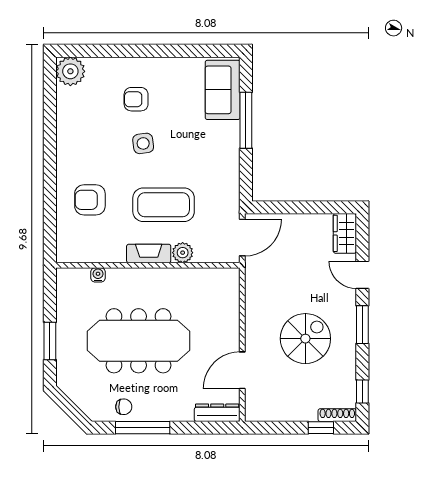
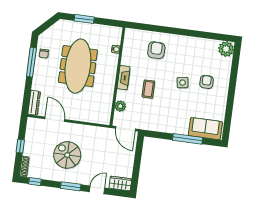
coffee table: (164, 205) -> (148, 89), width x0.54, depth x0.58
plant: (183, 253) -> (120, 106), moved
spiral stairs: (305, 339) -> (67, 155), turned 180
window: (321, 428) -> (20, 146), moved

